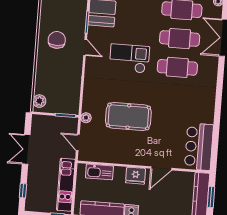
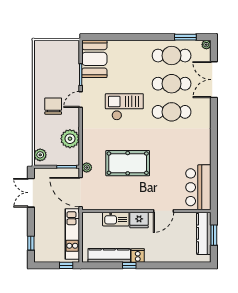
chair: (57, 40) -> (53, 106), moved
door: (85, 47) -> (81, 99), swing flipped
plant: (71, 87) -> (70, 139), added
door: (78, 142) -> (81, 192), width x1.87
double door: (26, 149) -> (31, 193), moved
kitchen sink: (99, 172) -> (116, 219), moved

